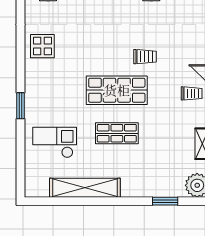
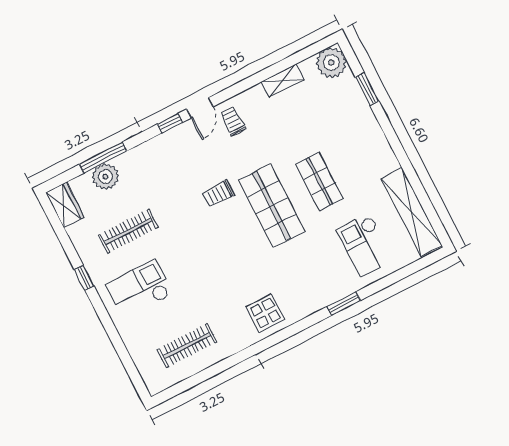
trolley: (145, 57) -> (219, 194), turned -90
shelving: (85, 188) -> (412, 212), moved

